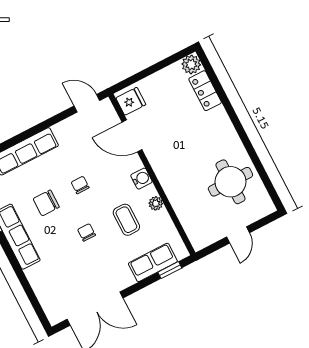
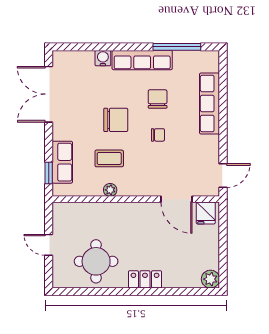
locker: (205, 91) -> (145, 279), moved
door: (132, 136) -> (176, 199), swing flipped
water cooler: (141, 179) -> (103, 58), moved, turned 180
chair: (87, 232) -> (116, 120), width x1.87, depth x1.87

